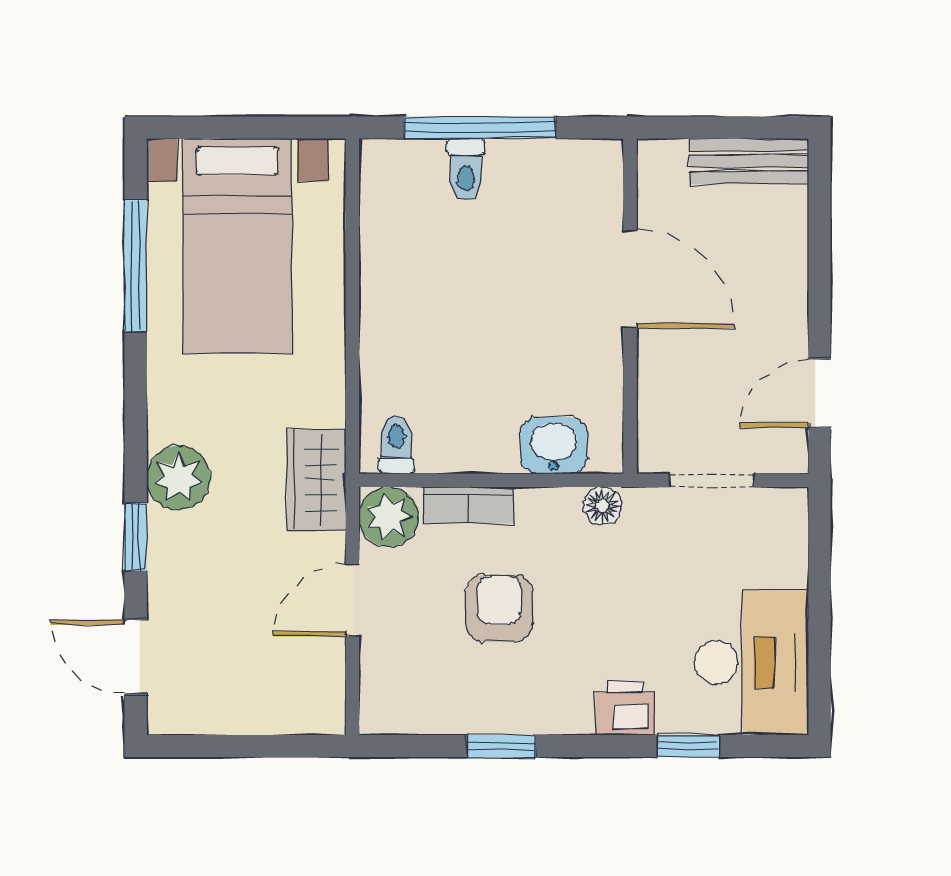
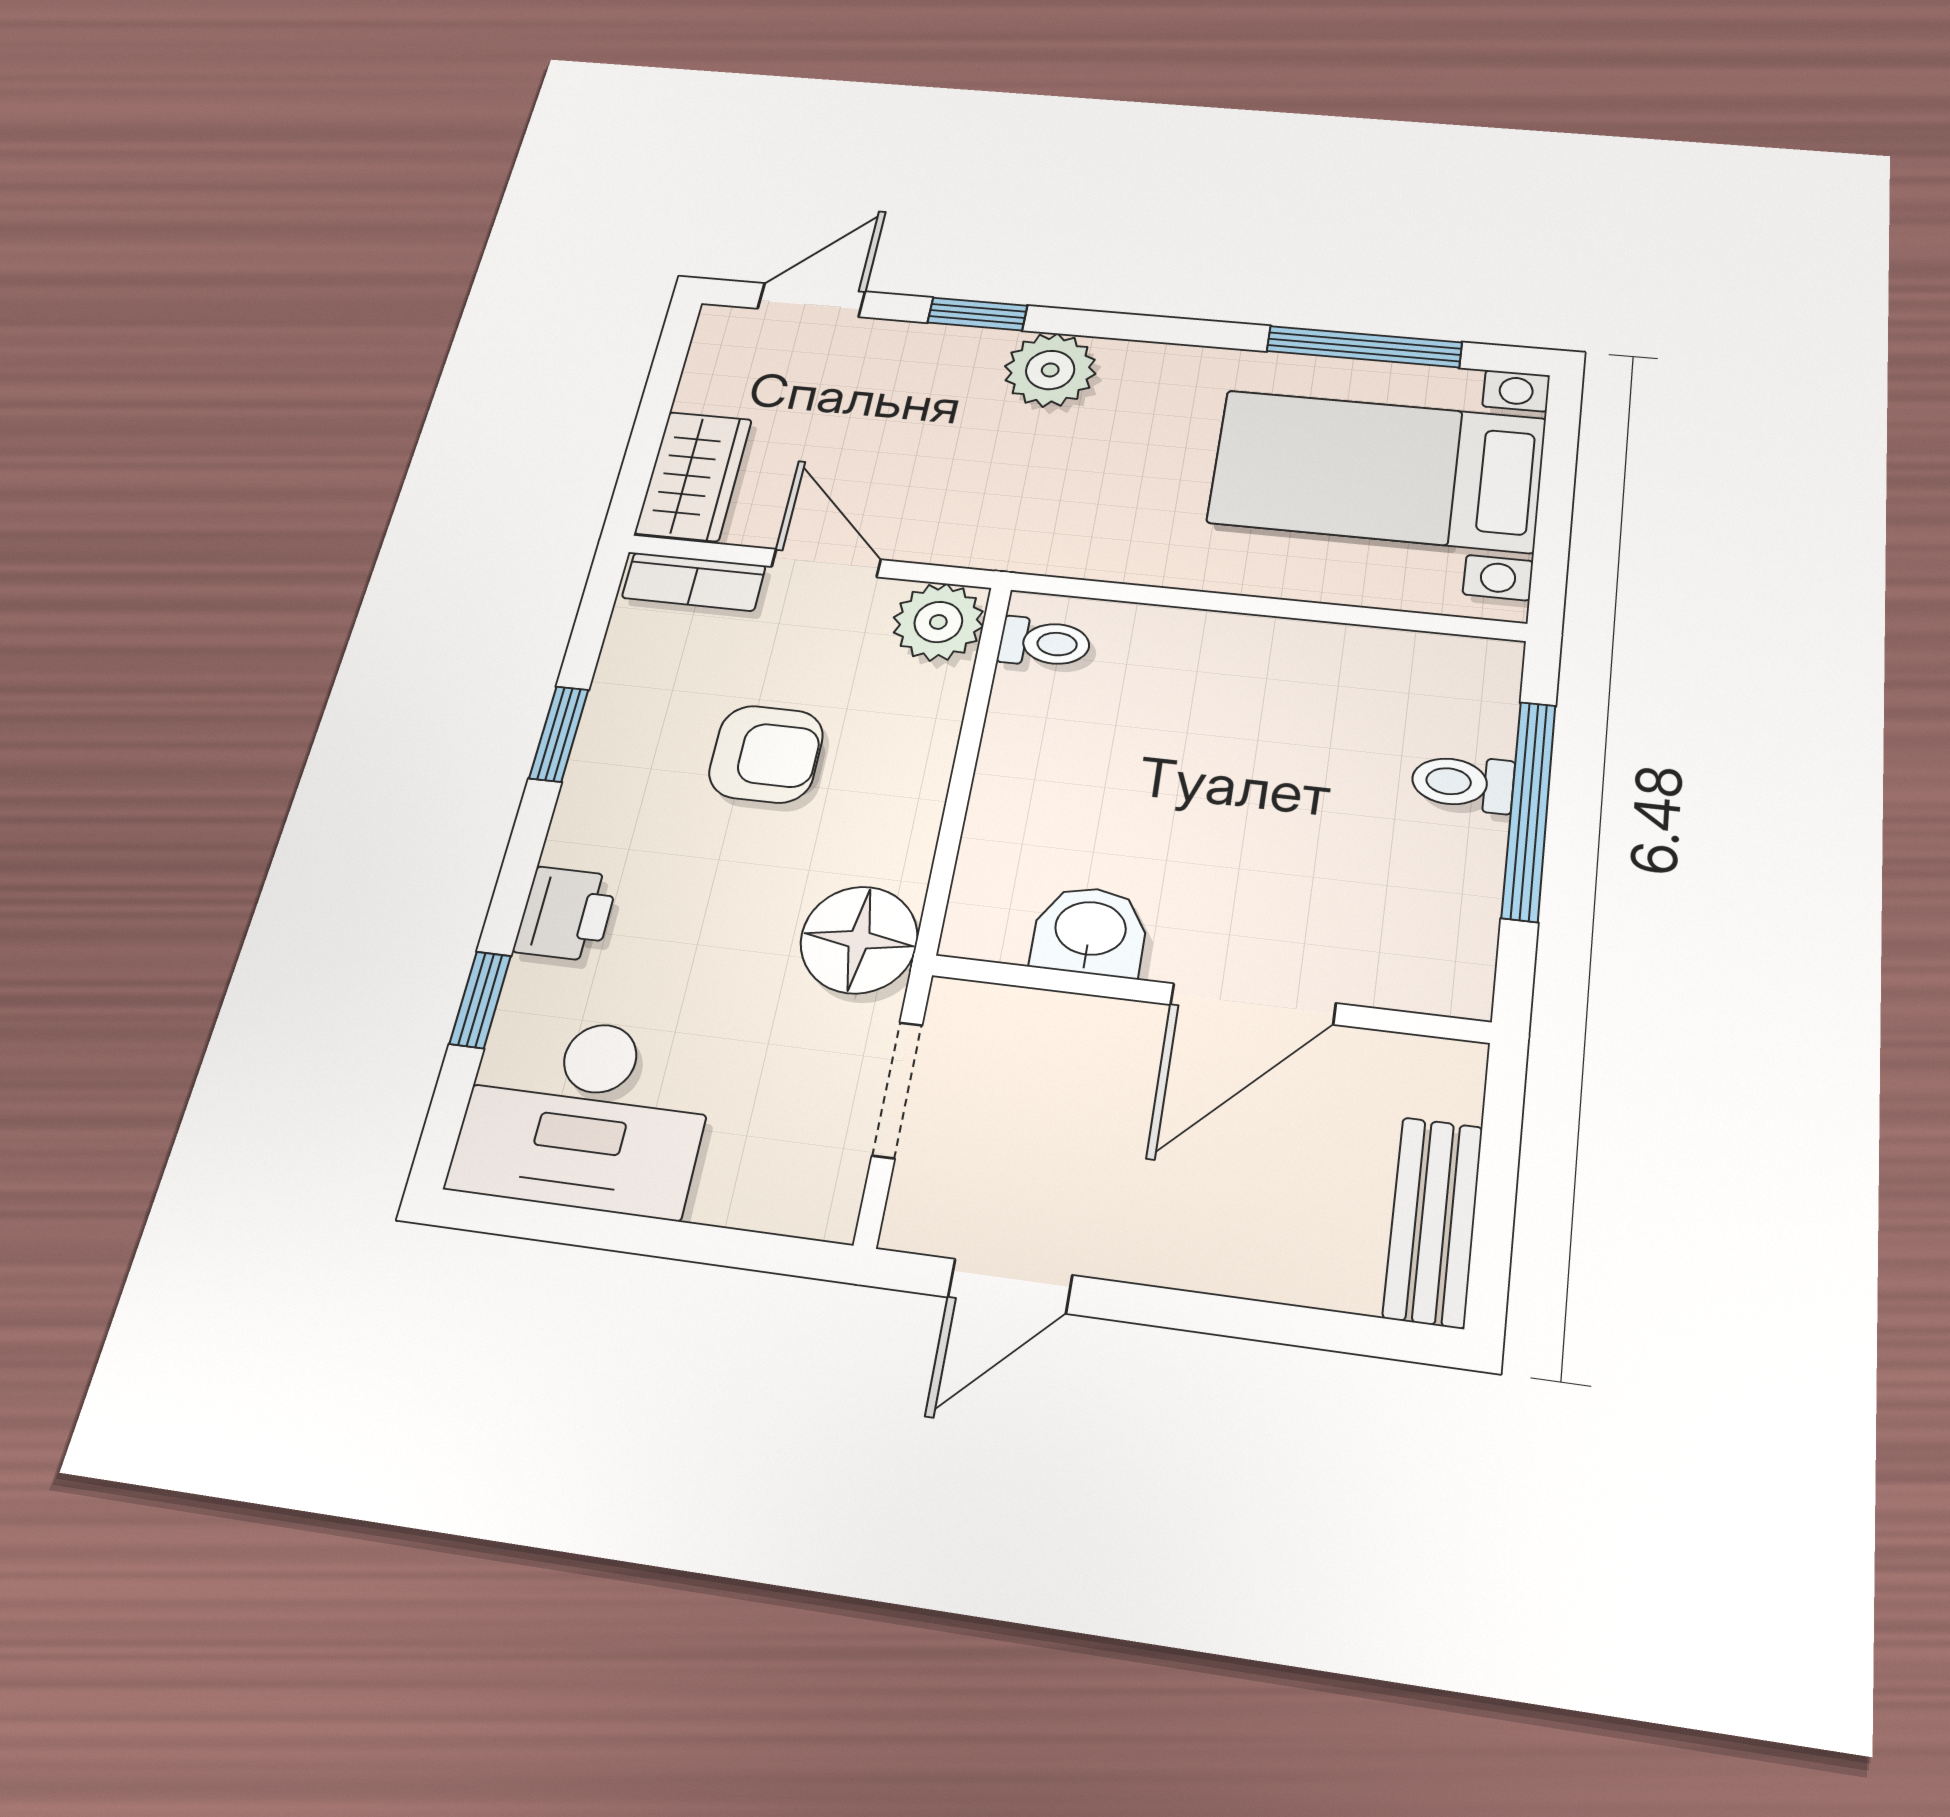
door: (819, 393) -> (1010, 1286), swing flipped
washbasin: (554, 445) -> (1090, 931), moved, turned -90
wardrobe: (316, 480) -> (694, 476), moved, turned 90
bookcase: (469, 505) -> (694, 582), moved, turned -90
floor lamp: (602, 506) -> (859, 940), width x1.89, depth x1.89

